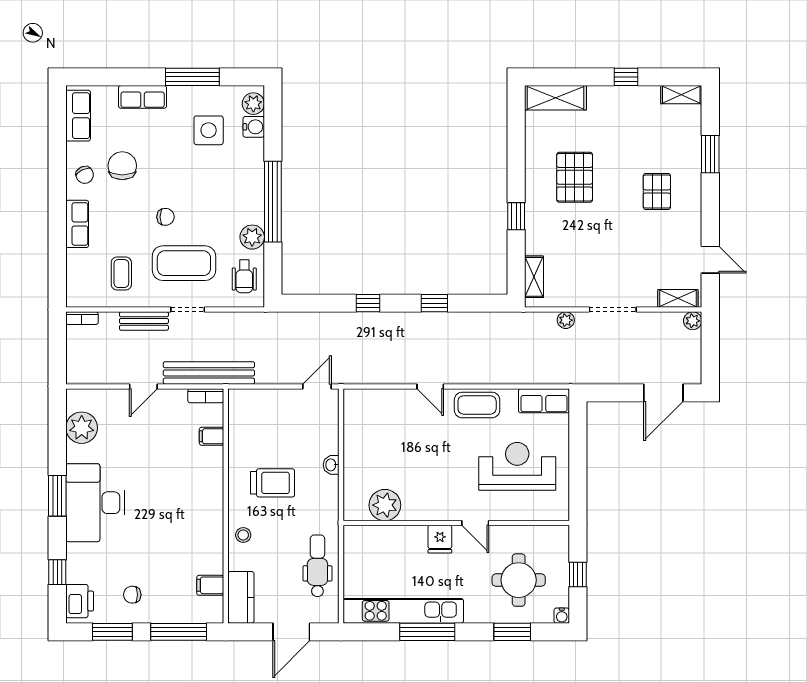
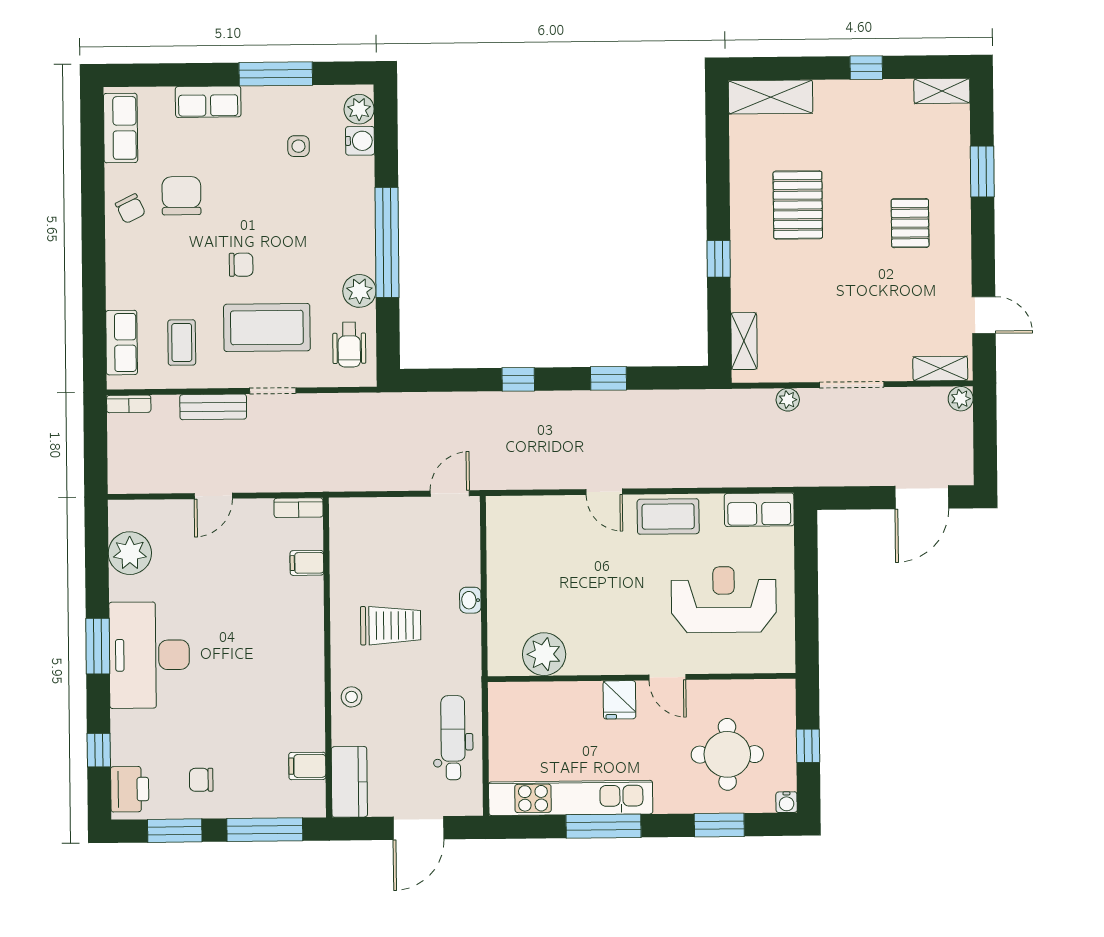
side table: (209, 130) -> (298, 146), width x0.54, depth x0.54
row of seats: (77, 224) -> (122, 343), moved
bench: (209, 373) -> (302, 477), removed

